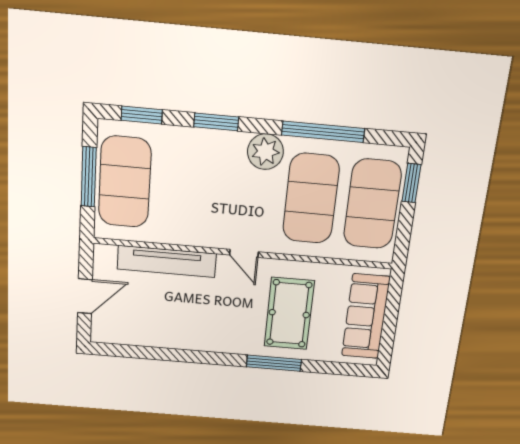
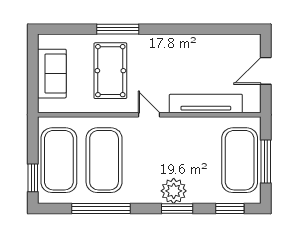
plant: (265, 152) -> (174, 191), moved
sofa: (366, 316) -> (52, 74), width x0.73

